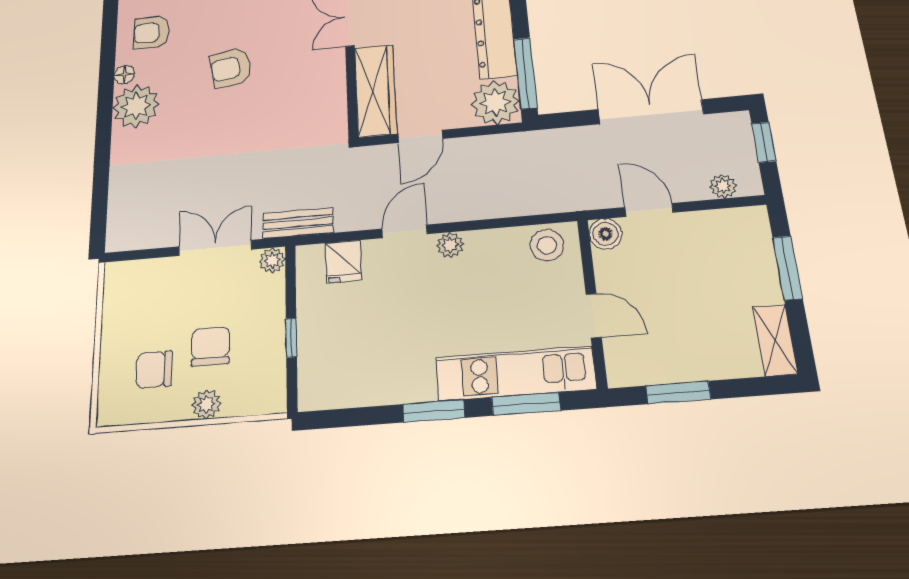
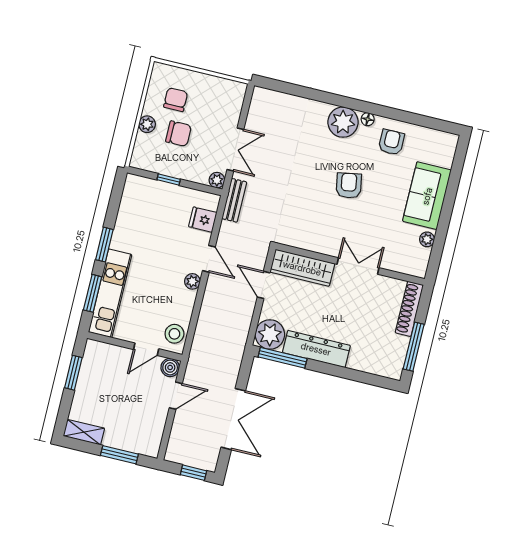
plant: (723, 186) -> (176, 440), removed
door: (594, 316) -> (146, 349), moved

